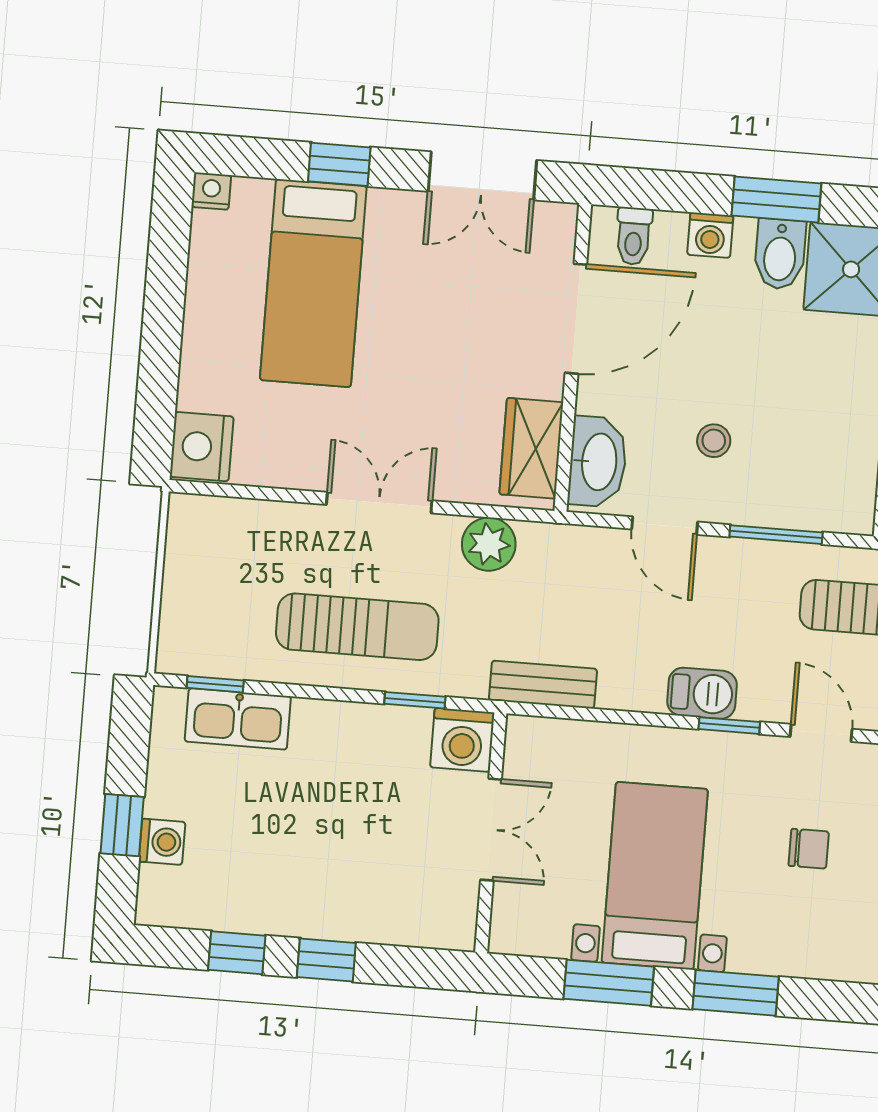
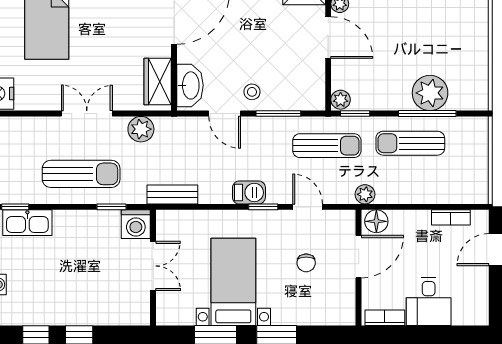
stool: (714, 441) -> (252, 92), moved
chair: (809, 849) -> (306, 263), turned 90

